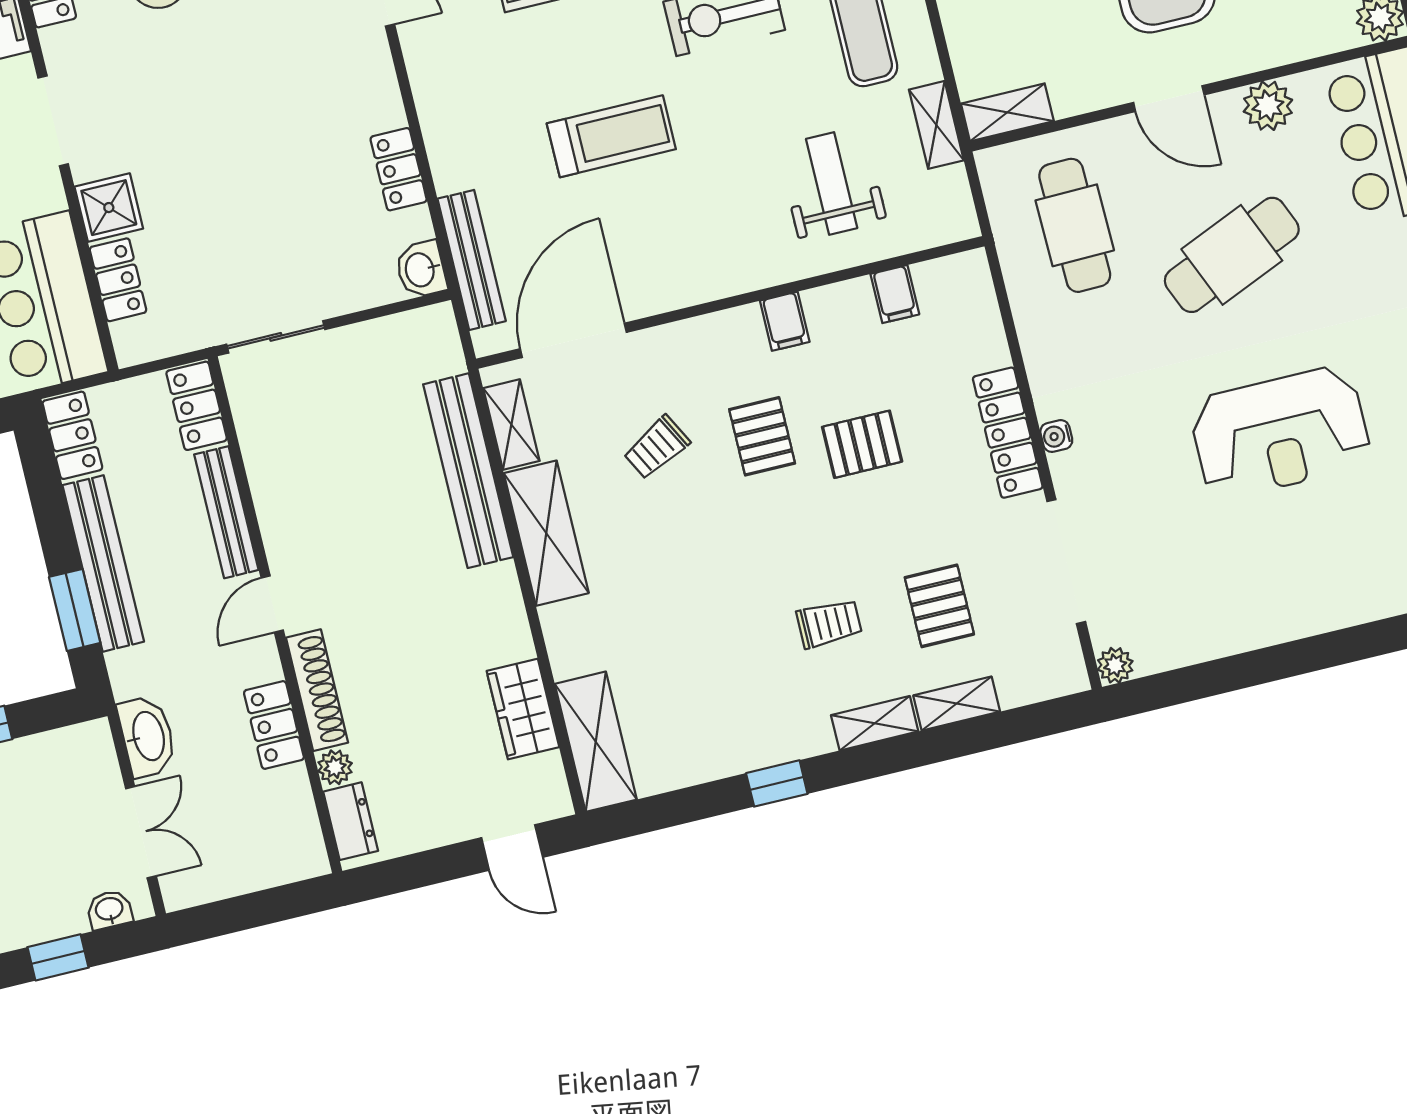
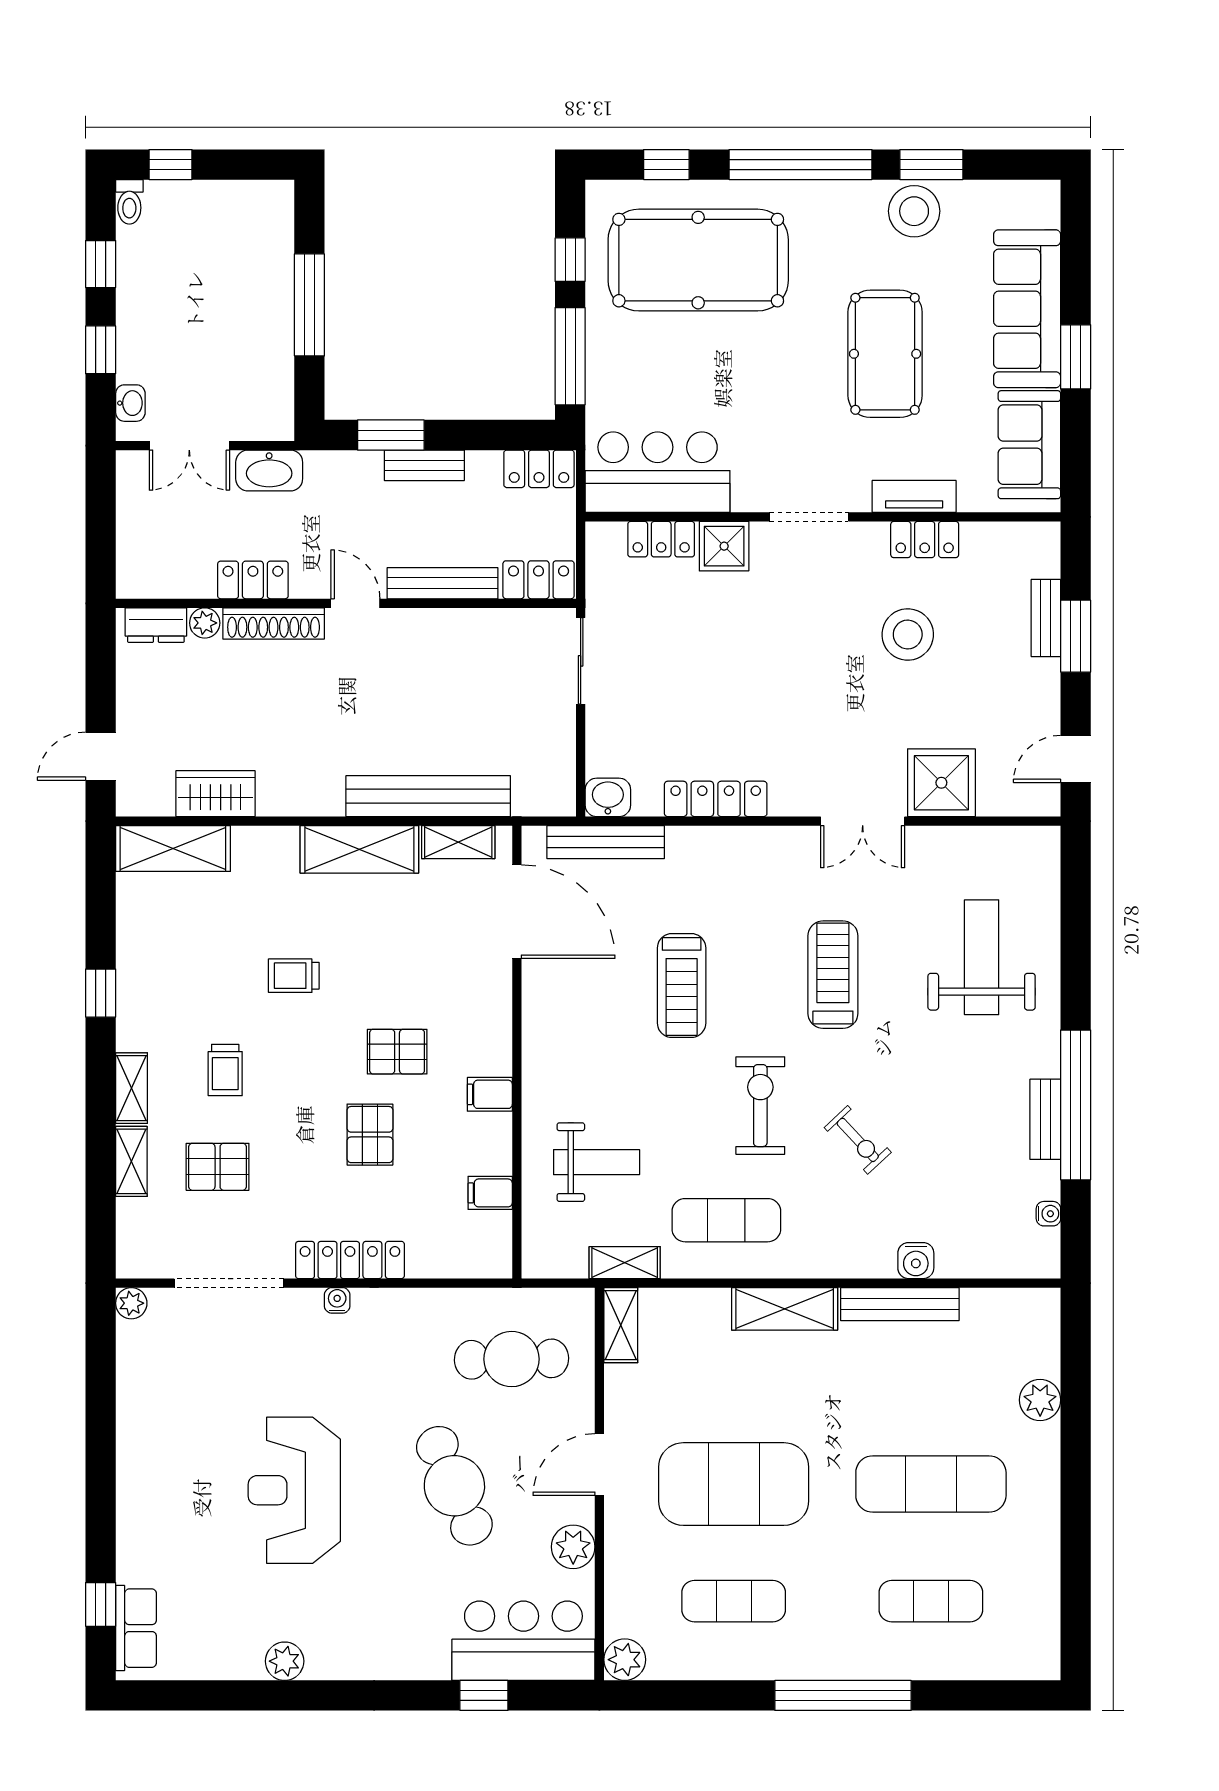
locker: (399, 169) -> (716, 799), width x1.53
trolley: (657, 447) -> (294, 976), moved, turned -62
bench: (103, 563) -> (424, 465), width x0.54, depth x0.82

